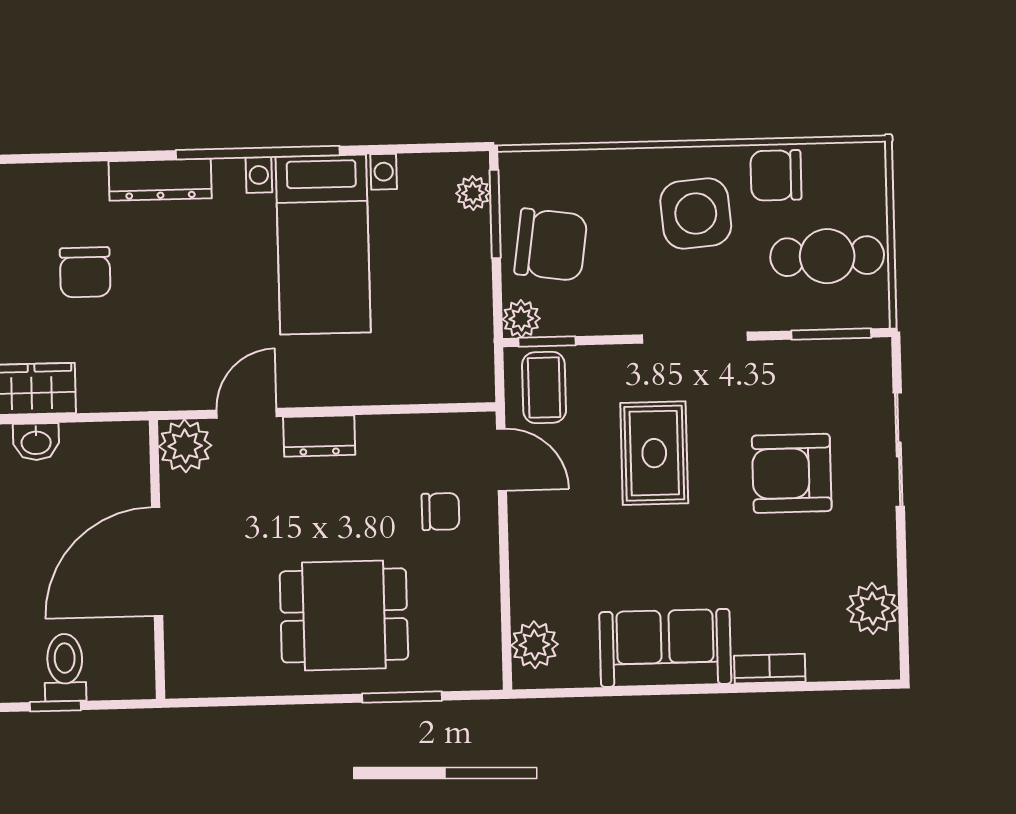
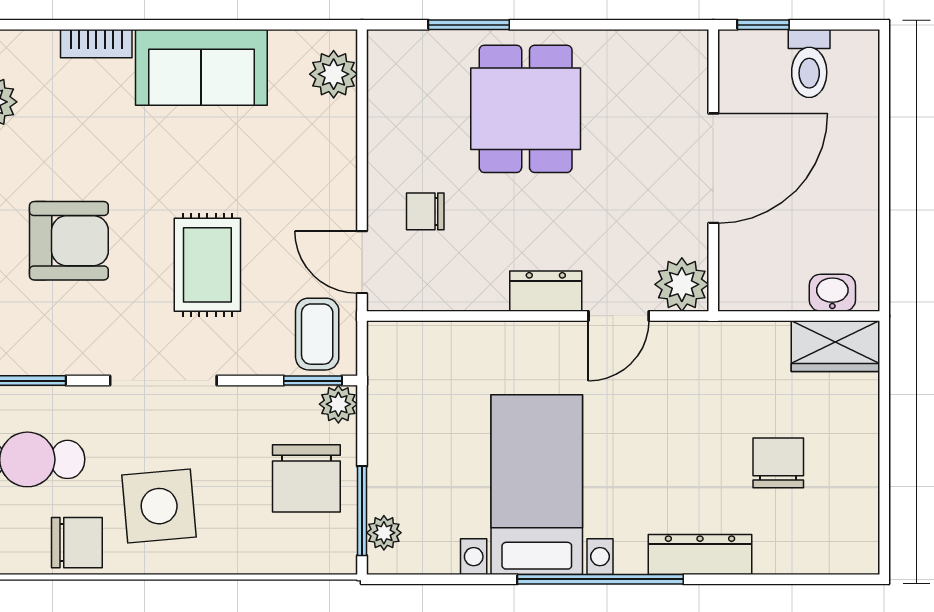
chair: (551, 245) -> (306, 478), turned -98
dining table: (344, 615) -> (526, 109), turned 90
window: (55, 706) -> (763, 25), moved

